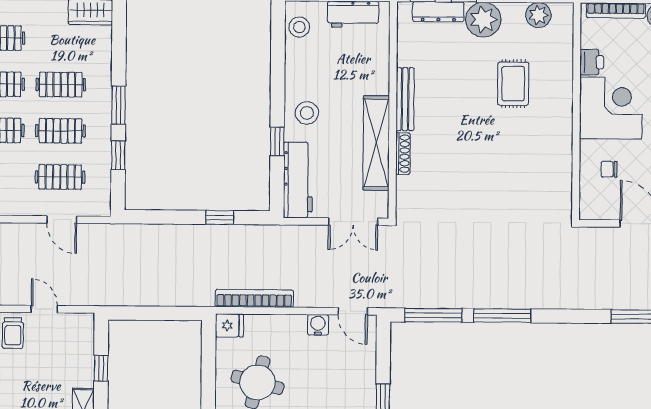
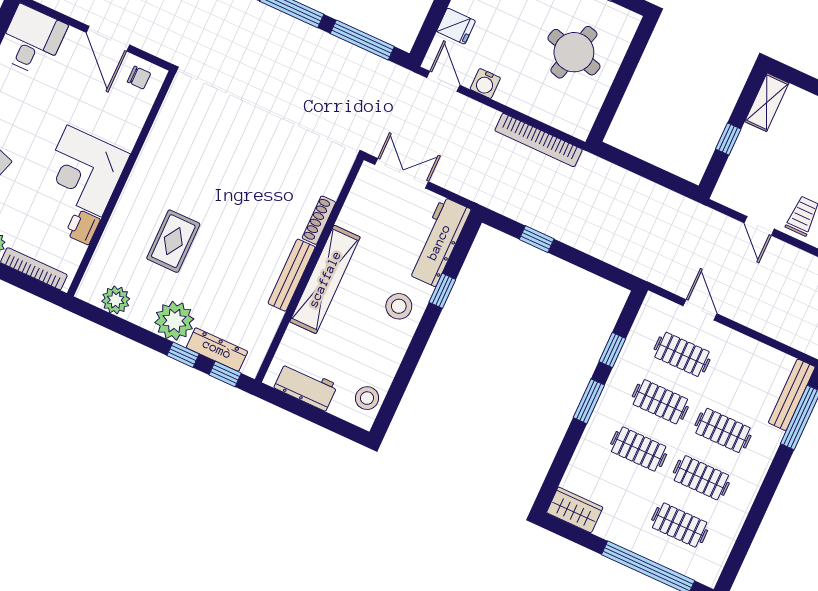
shelving: (376, 143) -> (325, 279), moved
chair: (609, 169) -> (139, 78), moved
fridge: (229, 325) -> (456, 26), moved, turned 180

